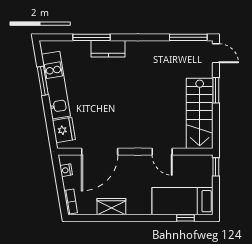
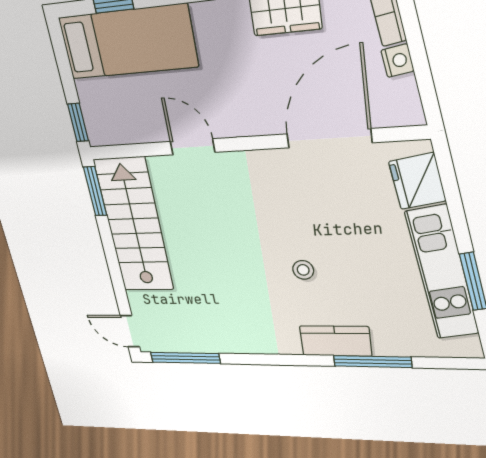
stool: (119, 88) -> (303, 270), added
window: (216, 90) -> (95, 191), moved
nightstand: (66, 170) -> (398, 61), moved

